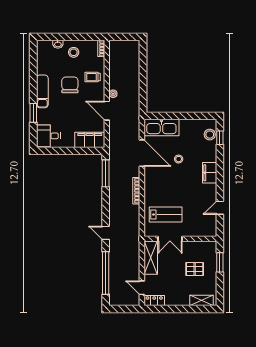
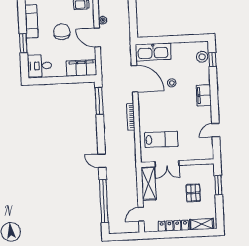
chair: (70, 85) -> (62, 32), moved
pallet: (195, 269) -> (193, 193), turned 90
door: (142, 288) -> (141, 214), hinge flipped
locker: (154, 301) -> (173, 226), moved, width x1.53

